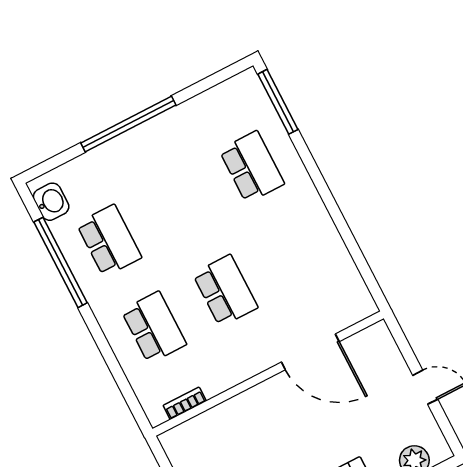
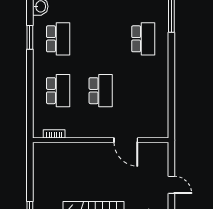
window: (61, 262) -> (30, 37), width x0.47
door: (310, 352) -> (126, 140), width x0.73

